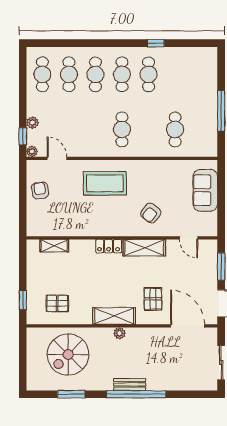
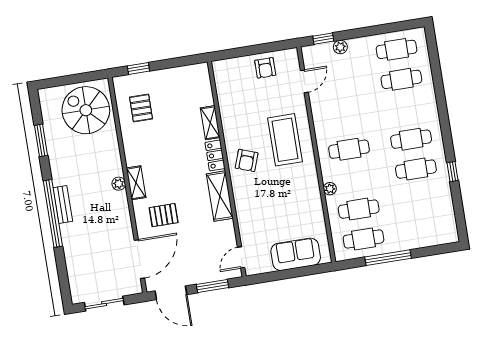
cafe table: (95, 74) -> (364, 239), moved
plant: (32, 151) -> (330, 189), moved
armchair: (40, 190) -> (265, 68), turned 98
armchair: (151, 213) -> (247, 160), moved, turned -108
door: (189, 238) -> (241, 257), moved
shelving: (54, 246) -> (210, 123), moved
shelving: (114, 316) -> (136, 183), width x0.67, depth x0.75
spiral stairs: (68, 354) -> (86, 110), moved

